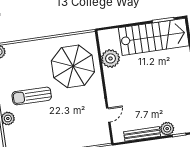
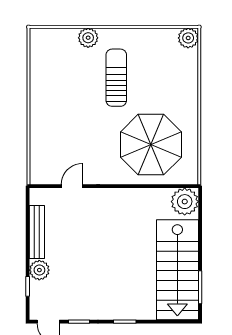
plant: (111, 58) -> (185, 202), moved
door: (108, 115) -> (72, 186), swing flipped

